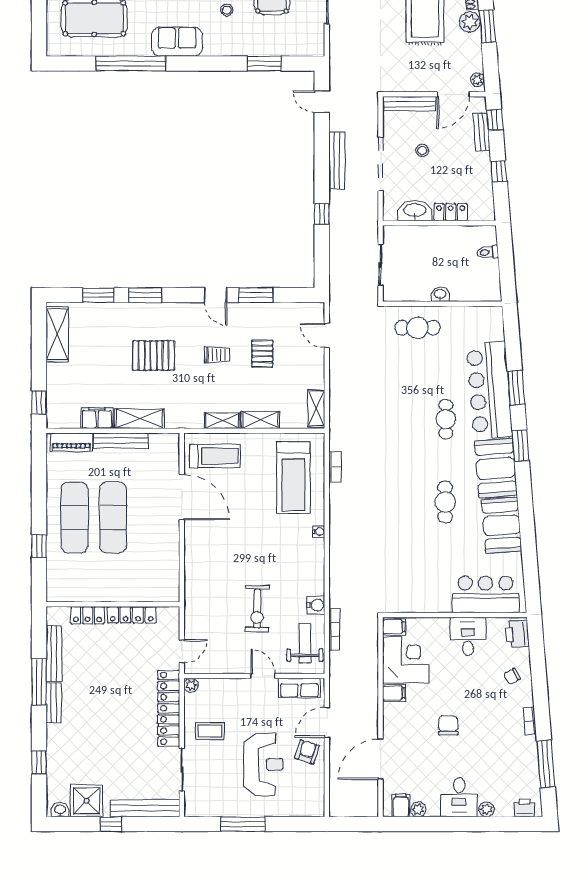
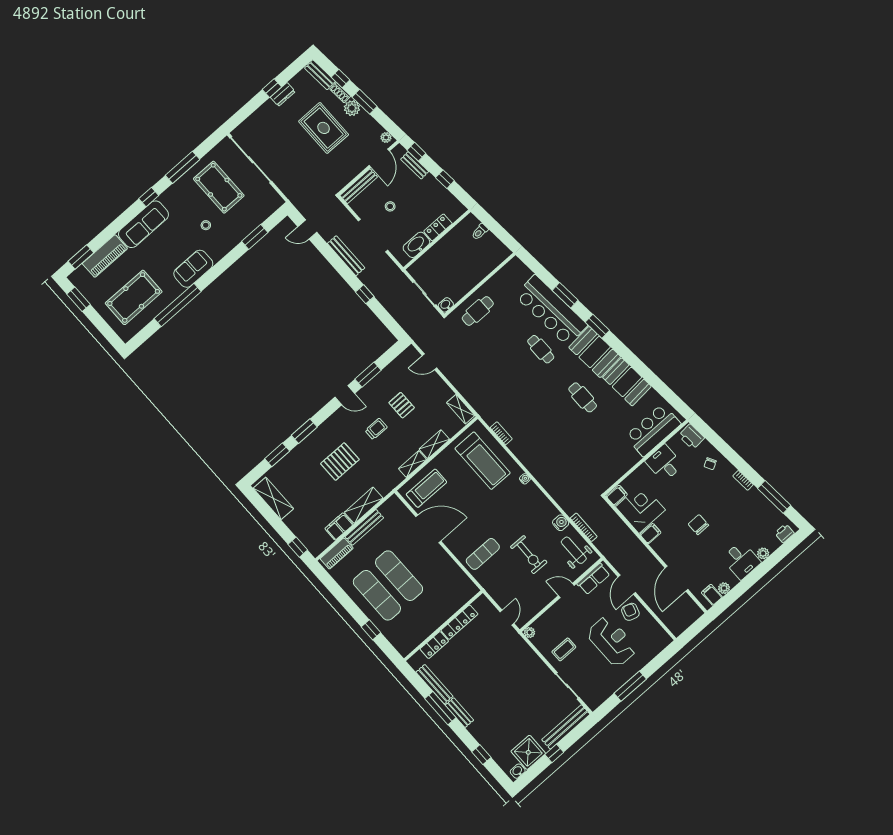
washbasin: (440, 294) -> (446, 305), moved
exercise mat: (213, 568) -> (483, 554), added
locker: (169, 708) -> (528, 657), removed

